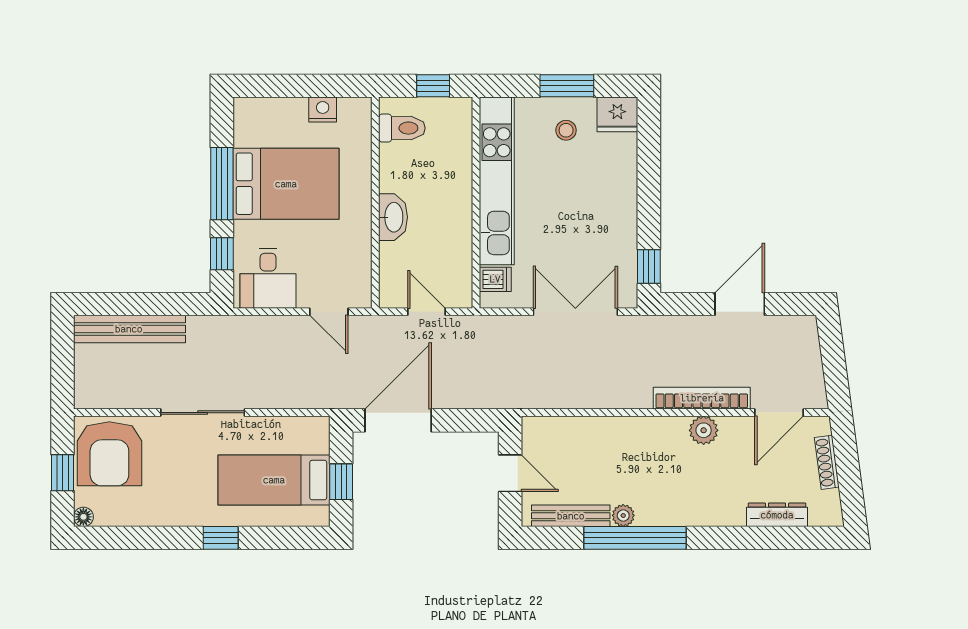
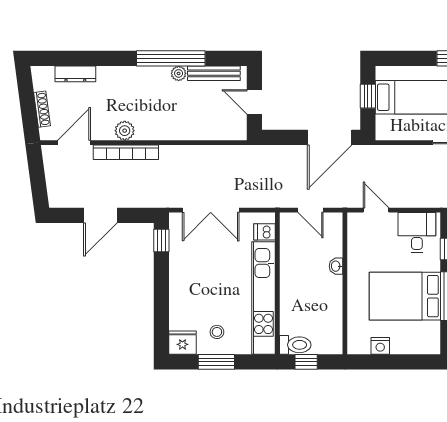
toilet: (402, 128) -> (295, 345), moved, turned 180
washbasin: (393, 217) -> (336, 266), width x0.52, depth x0.69

